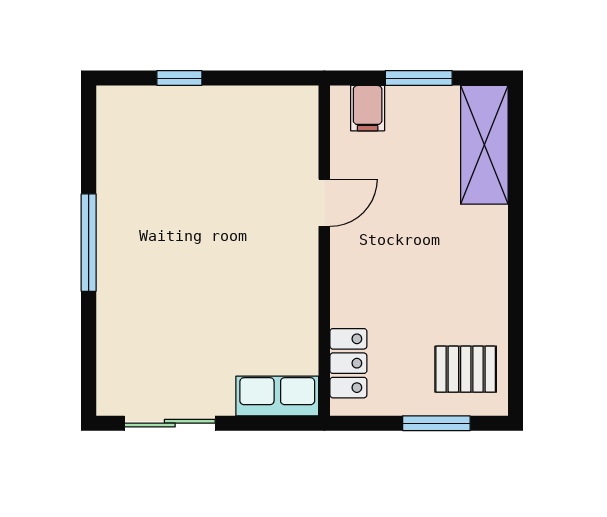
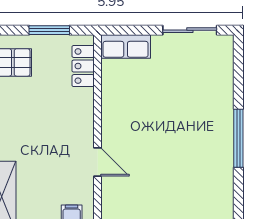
door: (324, 203) -> (97, 162), swing flipped
window: (436, 423) -> (49, 30), moved

